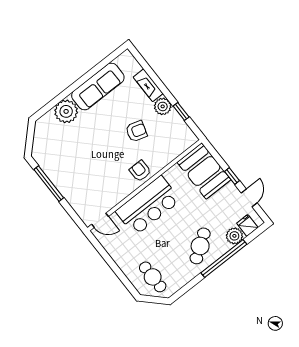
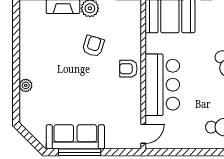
sofa: (98, 86) -> (75, 137), moved, turned -90
plant: (66, 111) -> (26, 85), width x0.53, depth x0.53

